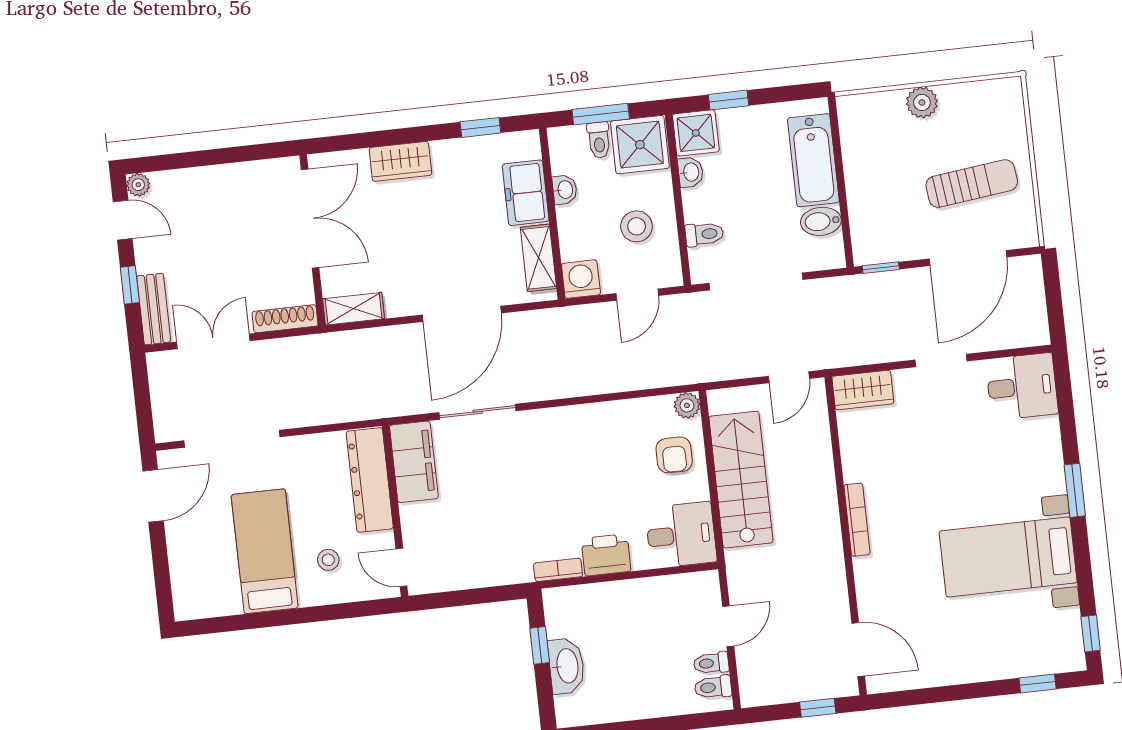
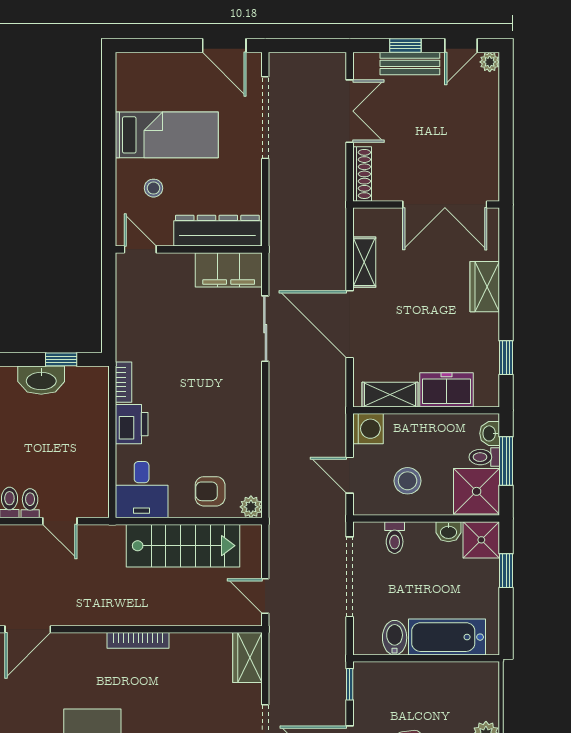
washbasin: (565, 190) -> (490, 433), moved, turned 90
bench: (154, 309) -> (410, 63), moved
shelving: (354, 309) -> (364, 262), moved
door: (401, 567) -> (140, 249), hinge flipped

